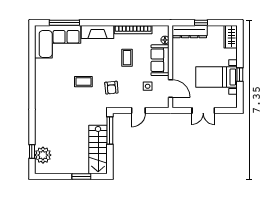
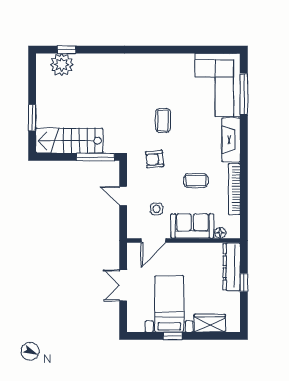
wardrobe: (231, 37) -> (210, 323), moved

